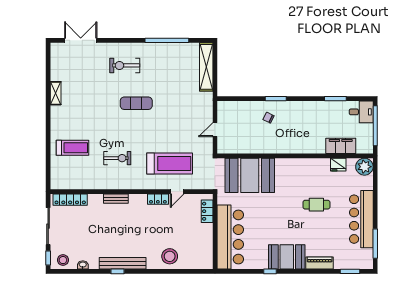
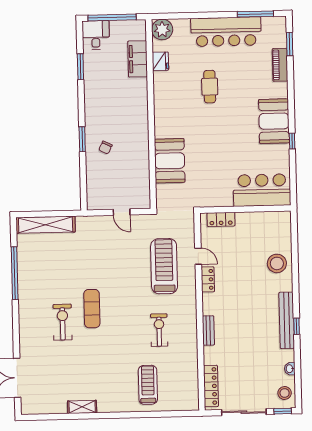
exercise bike: (125, 65) -> (63, 322), moved, turned 180
booth: (250, 175) -> (170, 161), width x0.73, depth x0.70
bar counter: (230, 237) -> (262, 190), width x0.73
piano: (320, 263) -> (280, 65), moved

